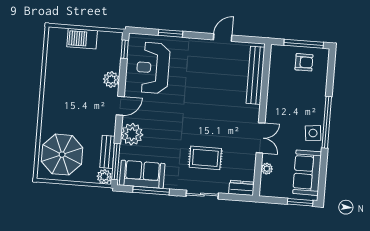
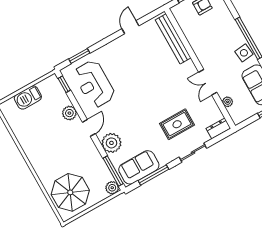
window: (170, 33) -> (79, 56), moved
double door: (261, 138) -> (208, 82), swing flipped
bench: (107, 152) -> (102, 168), removed

